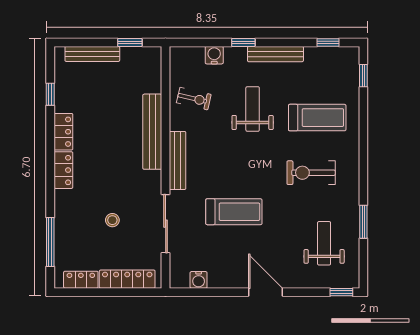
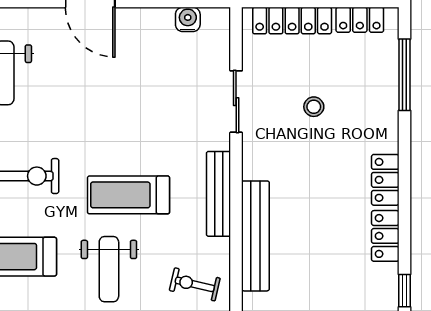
treadmill: (234, 212) -> (128, 195), moved
sliding door: (166, 224) -> (236, 102), width x0.73

